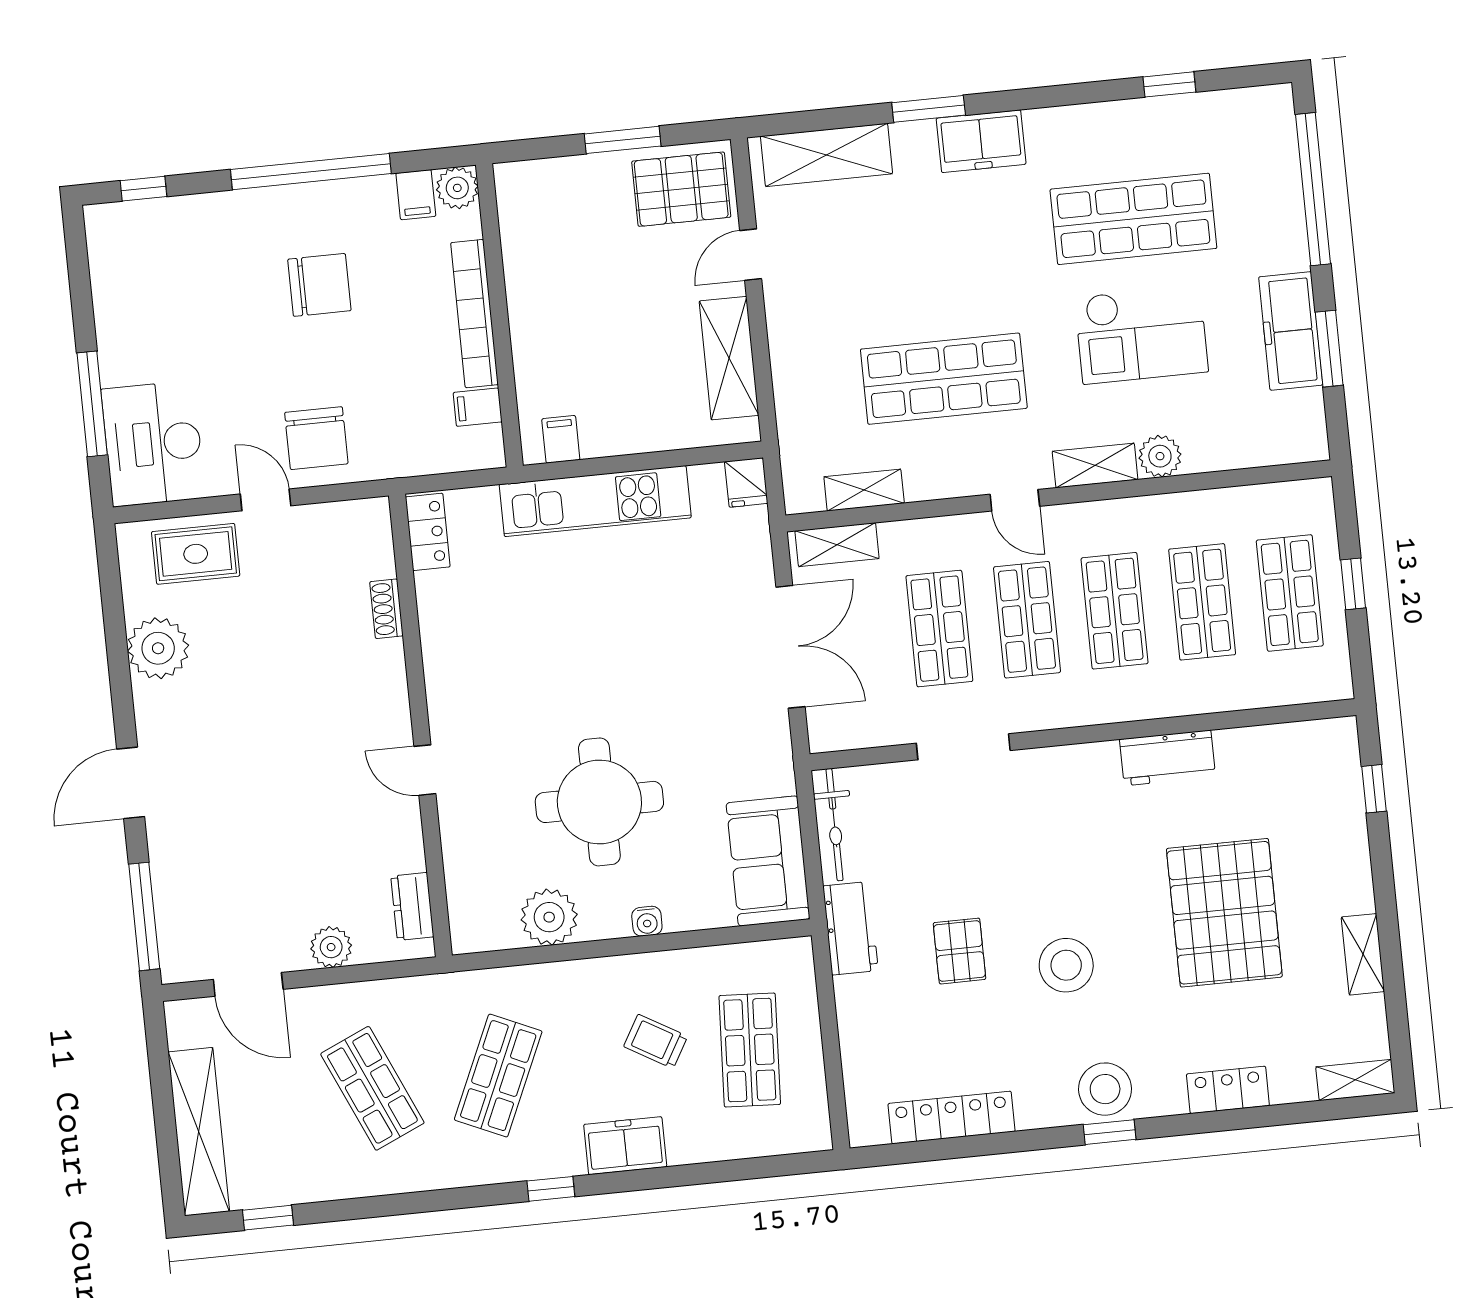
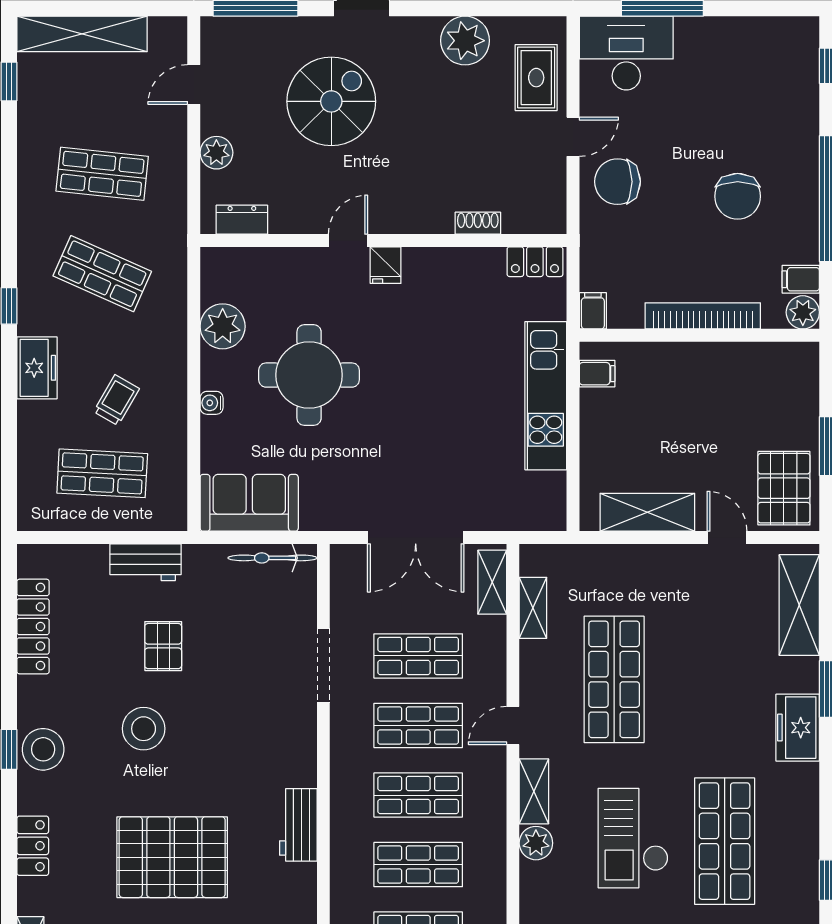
filing cabinet: (478, 407) -> (593, 311), moved
fridge: (746, 482) -> (386, 265), moved, turned -90
spiral stairs: (252, 809) -> (331, 101), added
workbench: (850, 928) -> (145, 562), moved
pallet: (959, 951) -> (163, 646), turned 90
door: (248, 984) -> (194, 85), width x0.73
shop shelf: (372, 1088) -> (102, 174), turned 30

